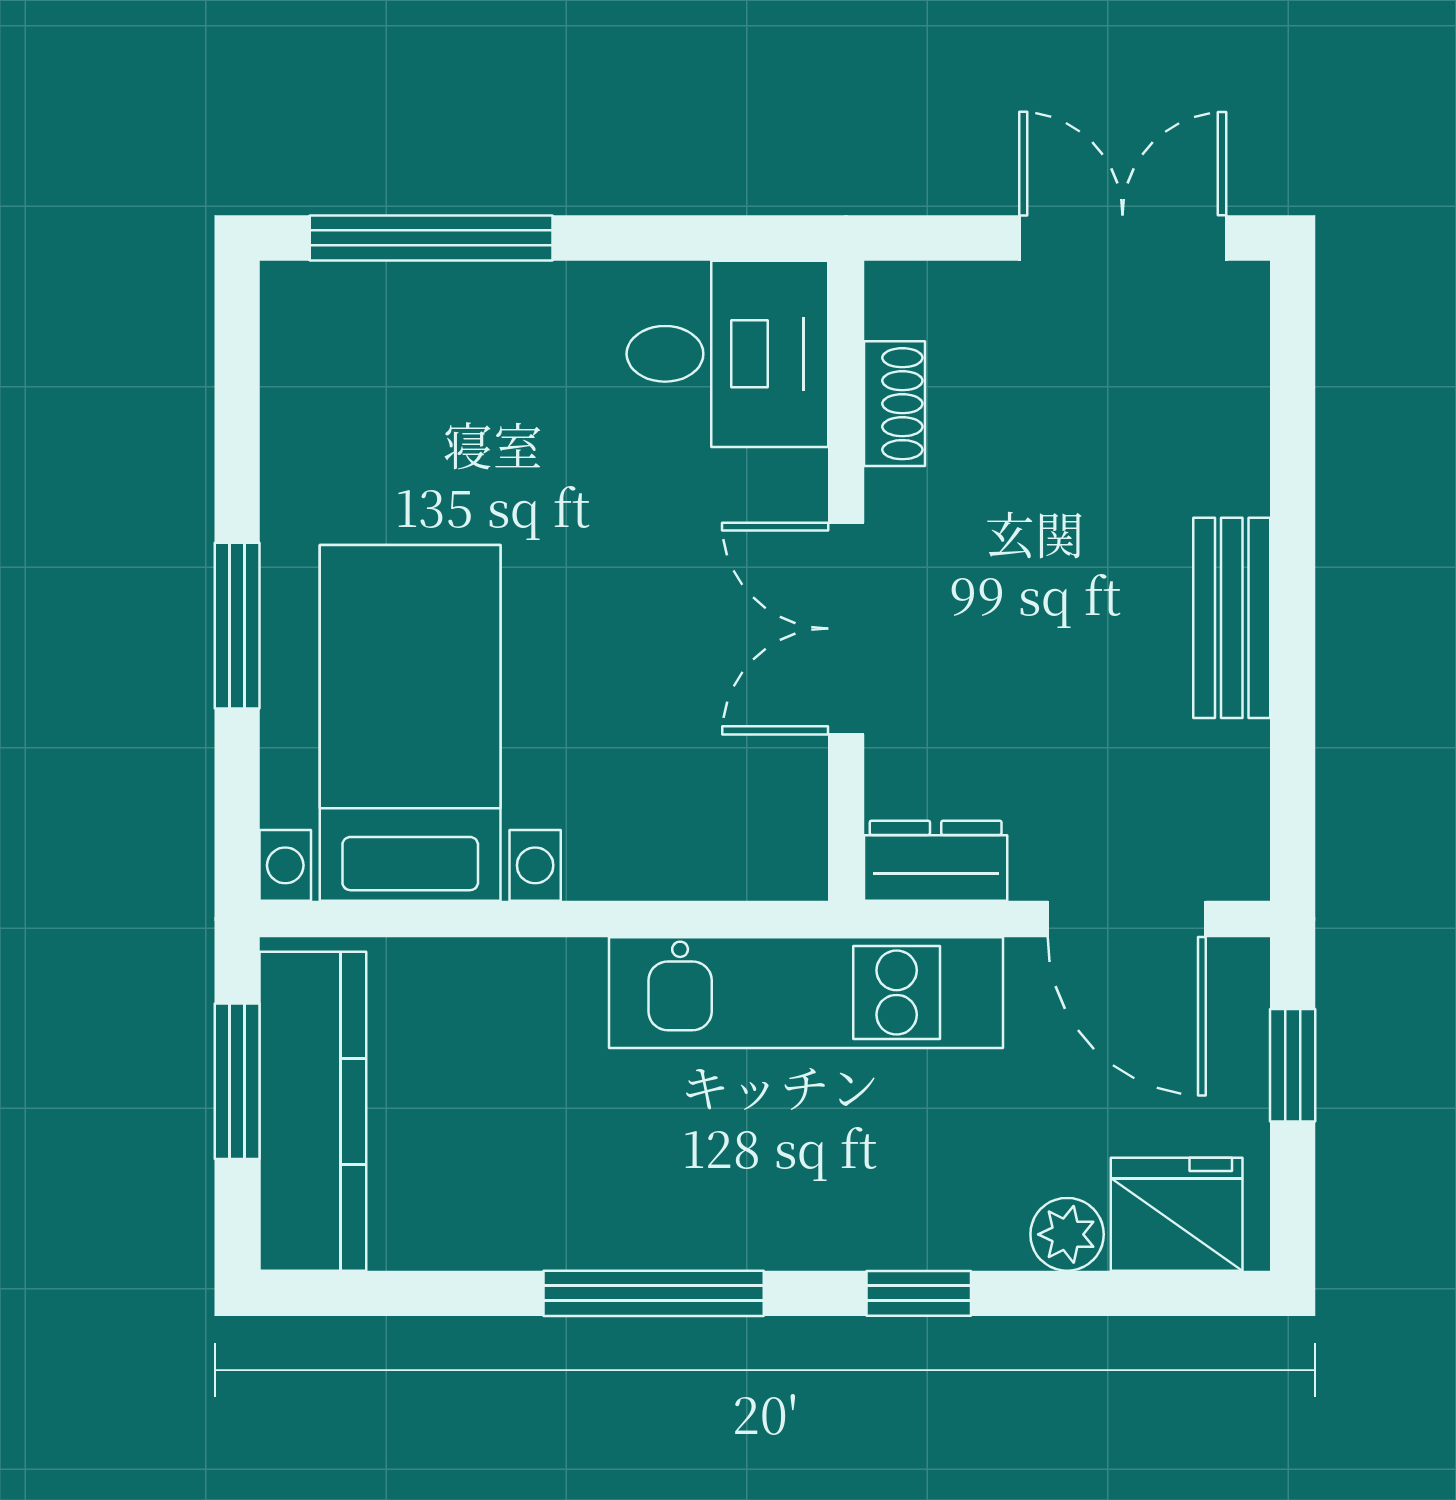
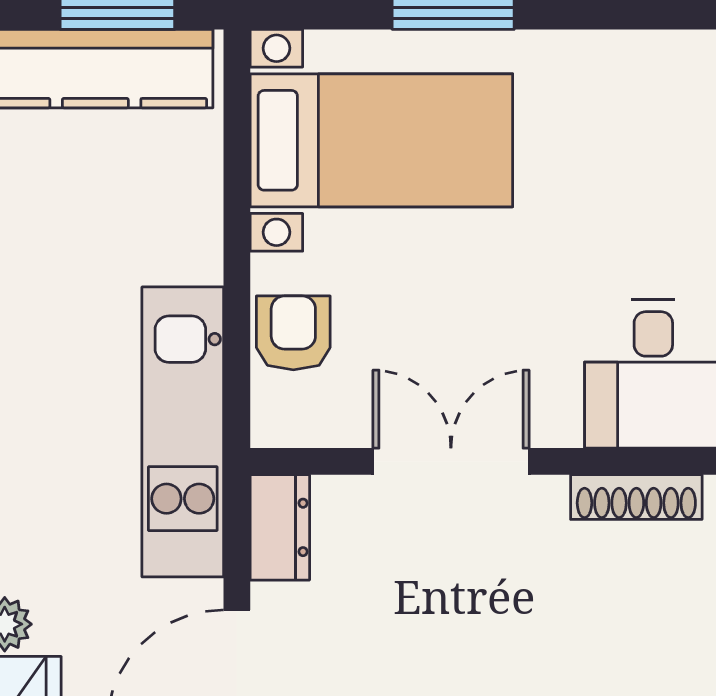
shoe rack: (894, 404) -> (636, 497), width x1.43
armchair: (672, 843) -> (293, 333), added

